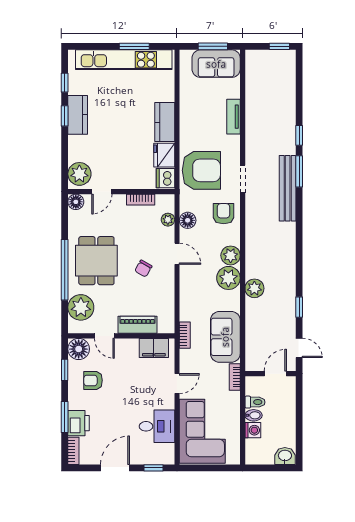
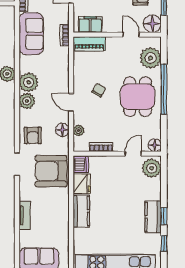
piano: (138, 325) -> (89, 44), moved

